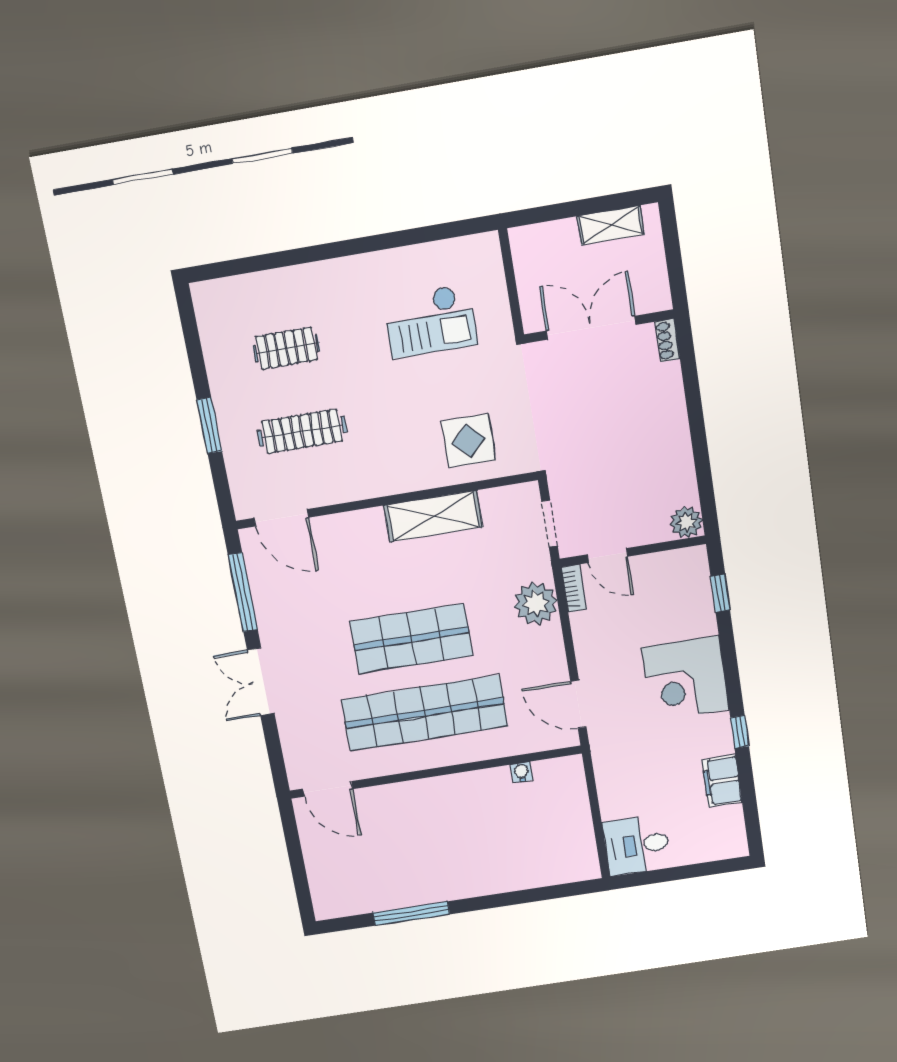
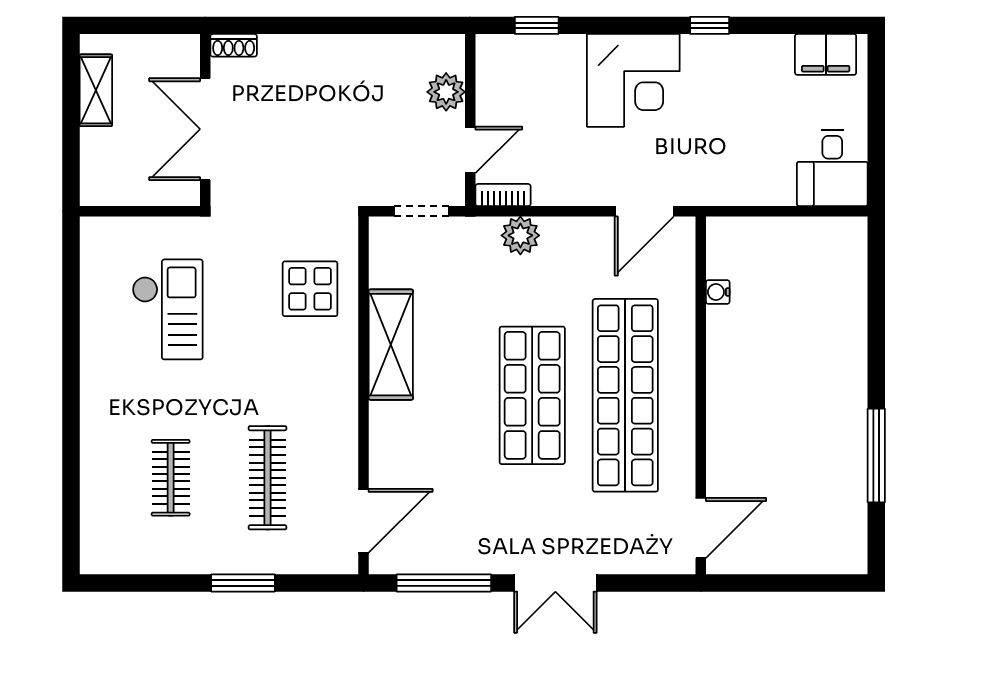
plant: (686, 522) -> (446, 92), moved
plant: (536, 603) -> (520, 235), width x0.73, depth x0.73
filing cabinet: (722, 781) -> (826, 54), moved

